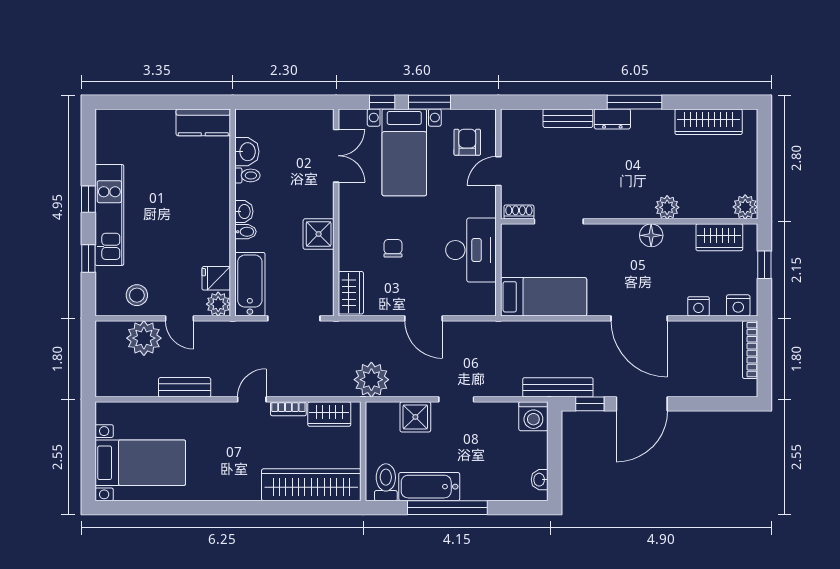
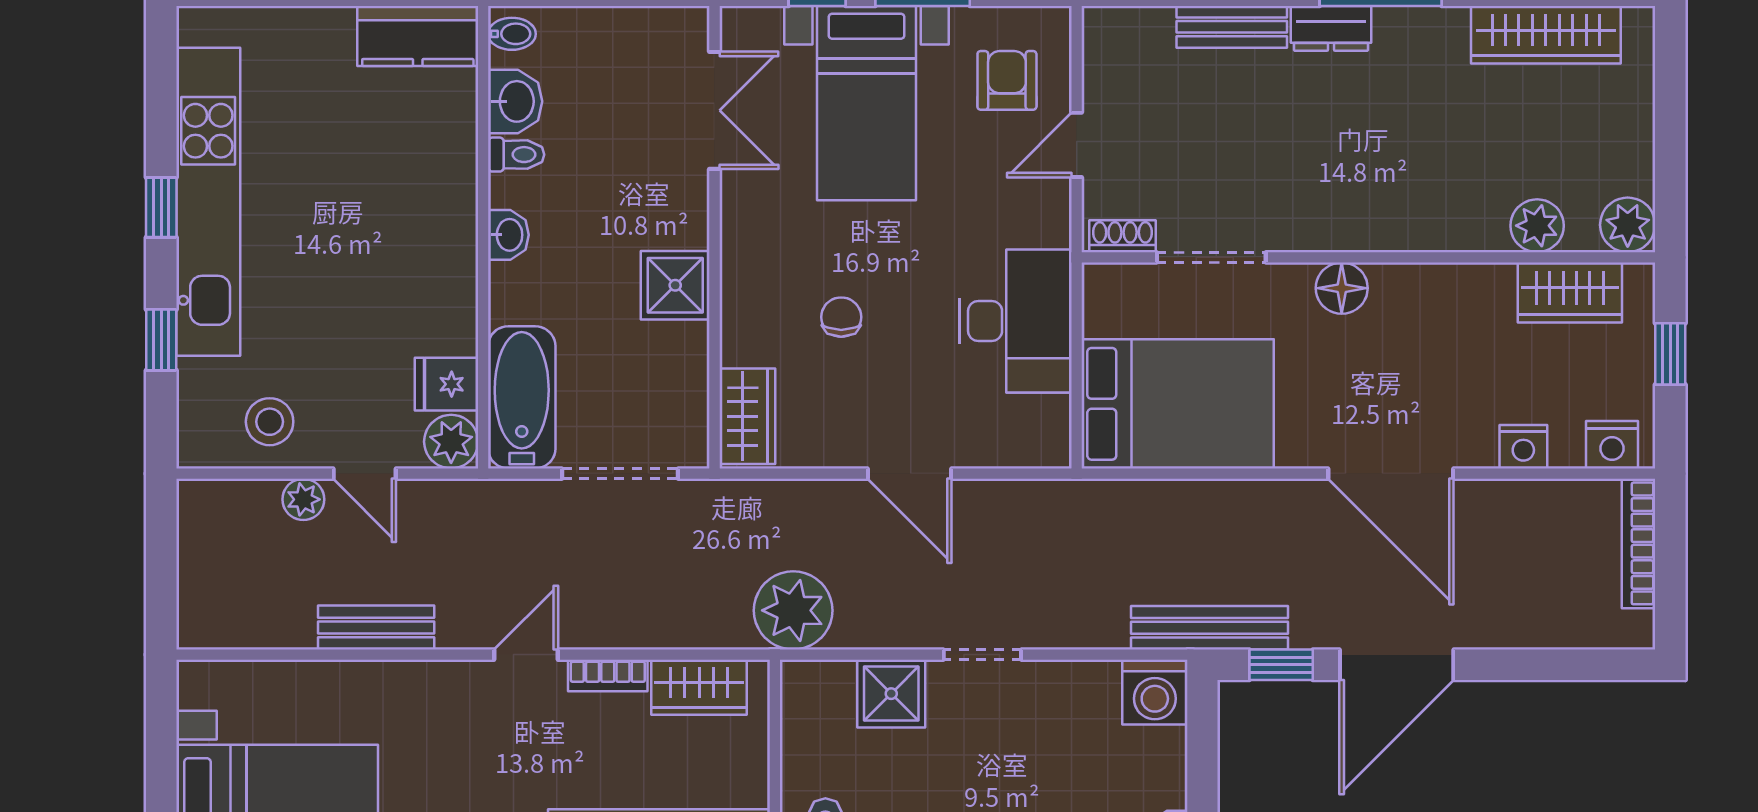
plant: (667, 207) -> (1537, 226), moved
kitchen unit: (109, 215) -> (208, 202), width x1.36
bidet: (245, 232) -> (512, 34), moved
floor lamp: (651, 235) -> (1342, 288), moved
bed: (544, 297) -> (1178, 404), width x1.50
plant: (144, 338) -> (303, 499), width x0.53, depth x0.53

